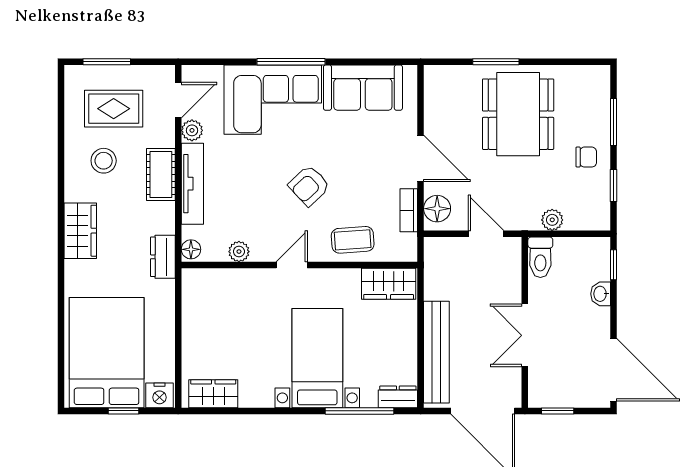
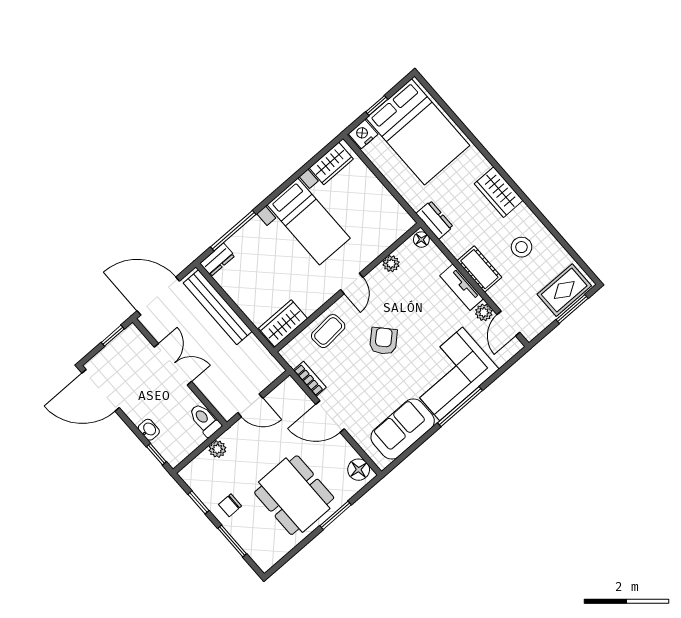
rug: (114, 109) -> (564, 290), moved
tv unit: (192, 184) -> (462, 287), width x0.71
floor lamp: (437, 209) -> (359, 470), moved
bed with nightstands: (317, 358) -> (309, 222), moved

